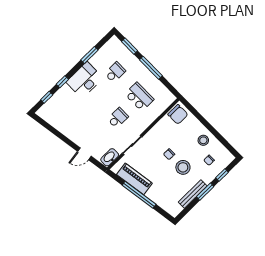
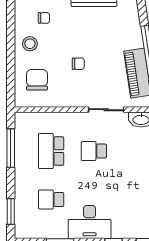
window: (151, 68) -> (11, 148), moved
chair: (178, 114) -> (37, 80), moved
stool: (183, 167) -> (77, 37), removed

